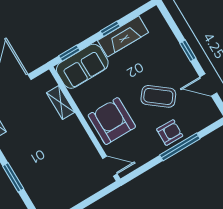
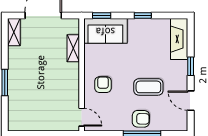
fireplace: (123, 36) -> (179, 39), moved, turned 90
coffee table: (158, 96) -> (148, 87), turned -38
armchair: (112, 121) -> (103, 85), width x0.53, depth x0.53

